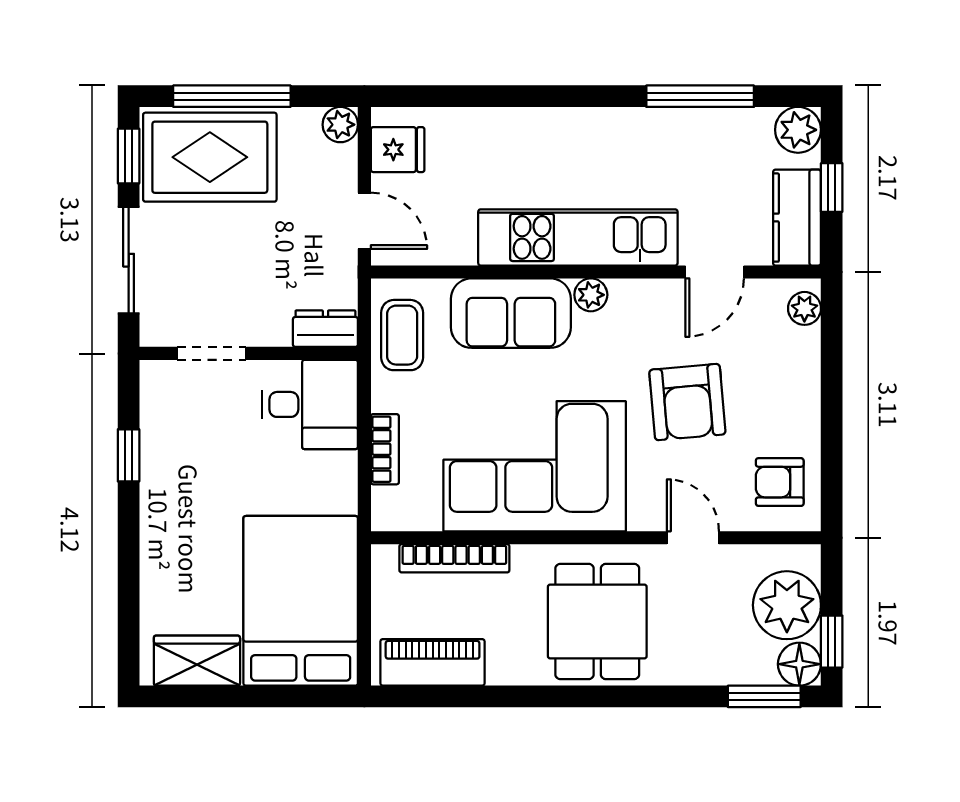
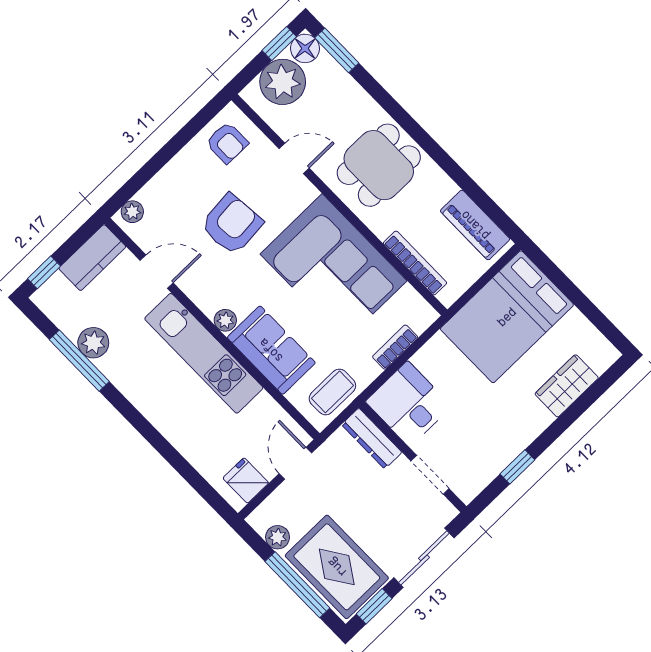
plant: (340, 125) -> (278, 537), moved
plant: (798, 130) -> (93, 343), moved
window: (832, 188) -> (44, 272), moved
dresser: (325, 329) -> (372, 438), width x1.44
door: (693, 538) -> (294, 158), swing flipped
wardrobe: (197, 661) -> (567, 386), moved, turned 90

